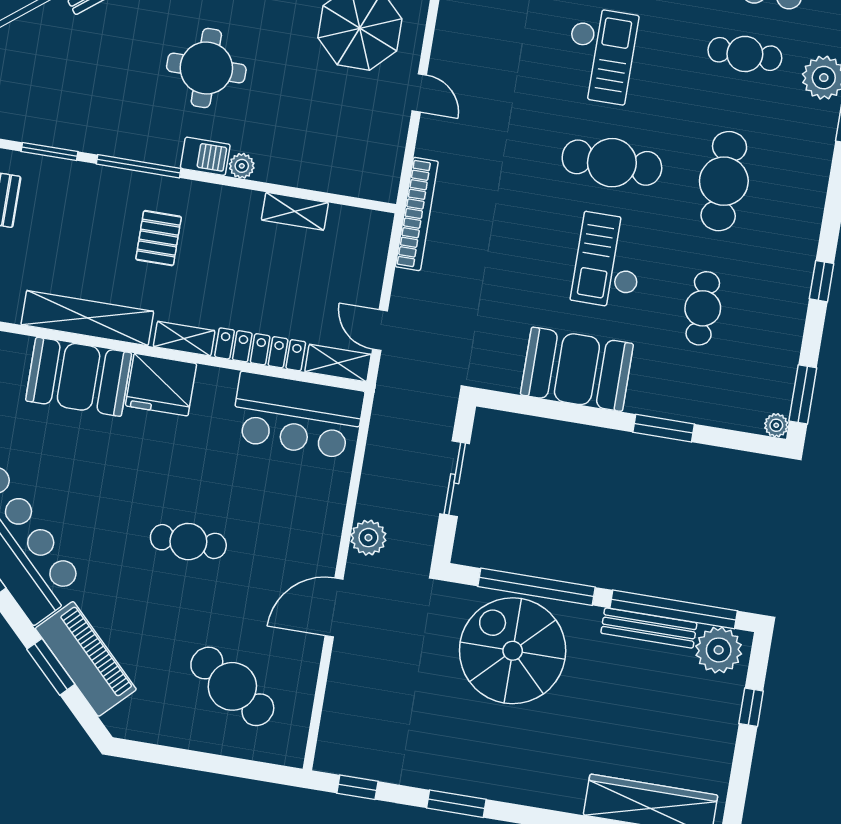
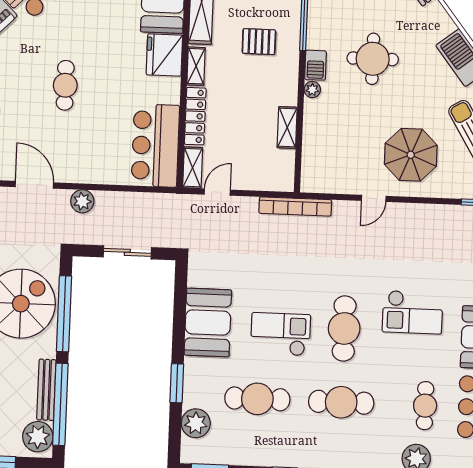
cafe table: (703, 308) -> (257, 399), width x1.37, depth x1.35
plant: (776, 425) -> (196, 423), moved, width x1.87, depth x1.87

